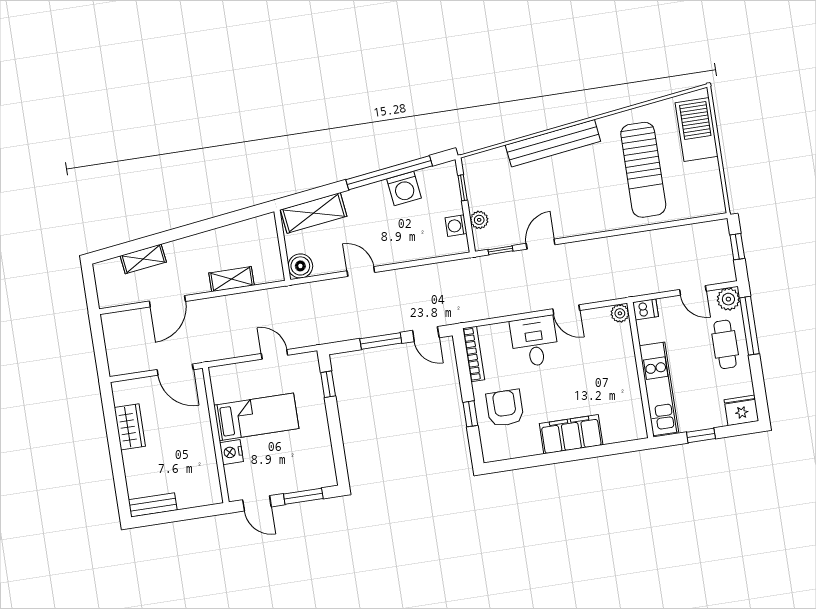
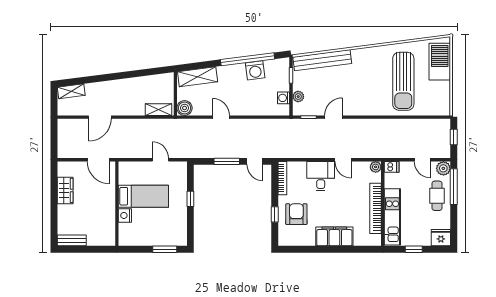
bench: (553, 143) -> (322, 60), moved
shelving: (143, 259) -> (71, 91), moved
shelving: (232, 279) -> (159, 110), moved
bookcase: (630, 380) -> (375, 208), added
window: (328, 384) -> (190, 199), moved
door: (257, 503) -> (136, 249), removed

